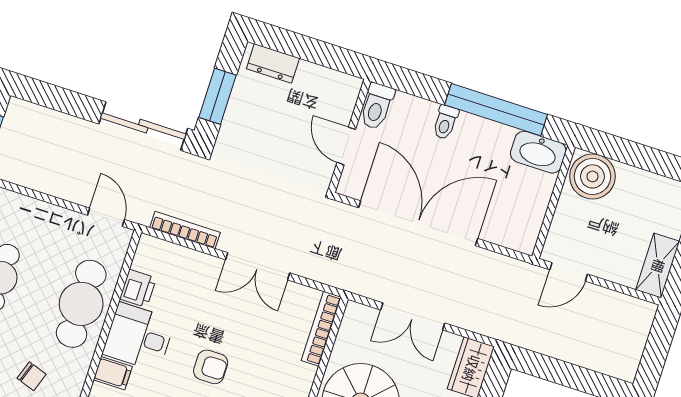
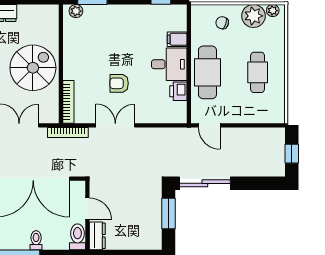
dresser: (273, 63) -> (97, 236), moved, turned 90
bookcase: (185, 230) -> (68, 133), moved
armchair: (211, 367) -> (119, 83), moved

